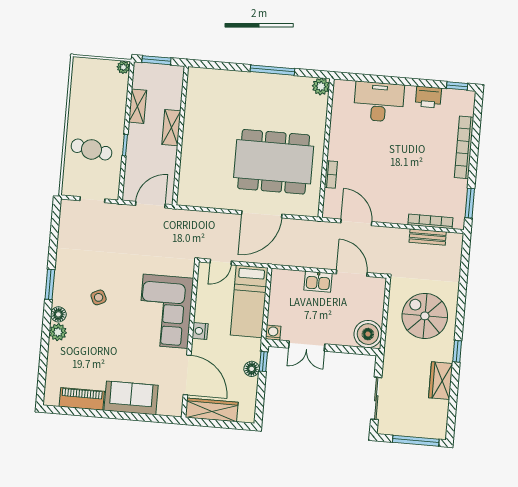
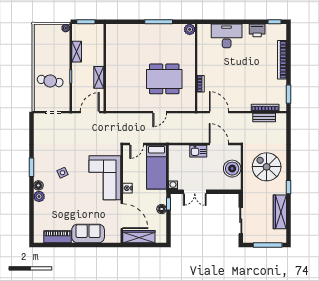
shelving: (171, 128) -> (99, 77), moved
dining table: (274, 162) -> (164, 79), width x0.73, depth x0.80
door: (262, 214) -> (160, 112), width x0.53
boiler: (368, 334) -> (232, 169), moved
wardrobe: (441, 381) -> (280, 212), width x1.50

